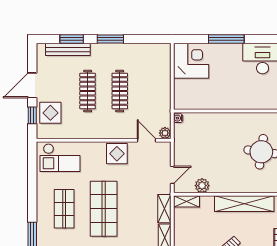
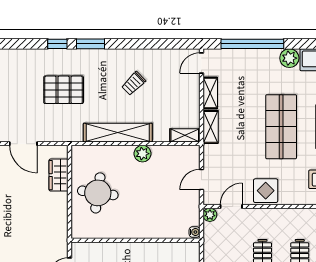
door: (146, 140) -> (231, 206), swing flipped
door: (172, 175) -> (201, 180), moved
plant: (202, 186) -> (143, 154), moved

